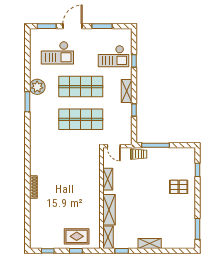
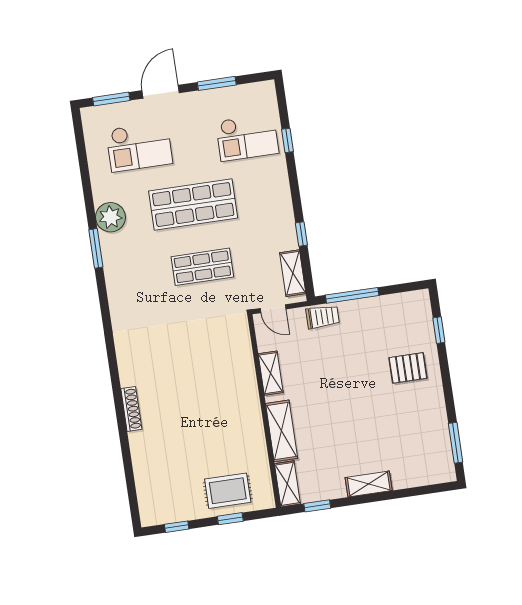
shelving: (127, 91) -> (293, 273), moved
shop shelf: (81, 119) -> (202, 267), width x0.70, depth x0.74

